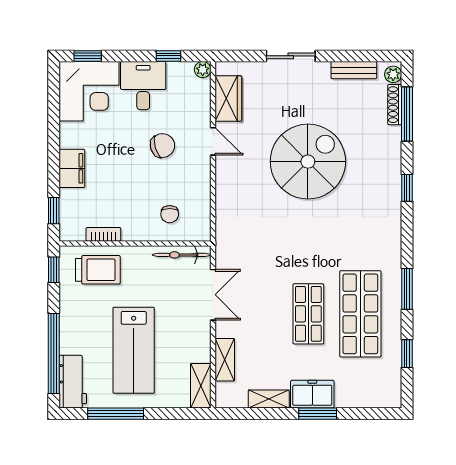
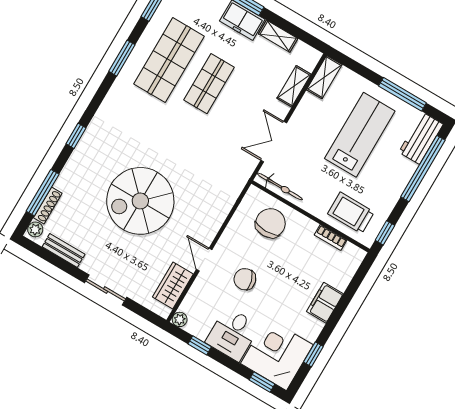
window: (54, 211) -> (313, 354), moved
chair: (170, 214) -> (270, 223), width x1.87, depth x1.87

